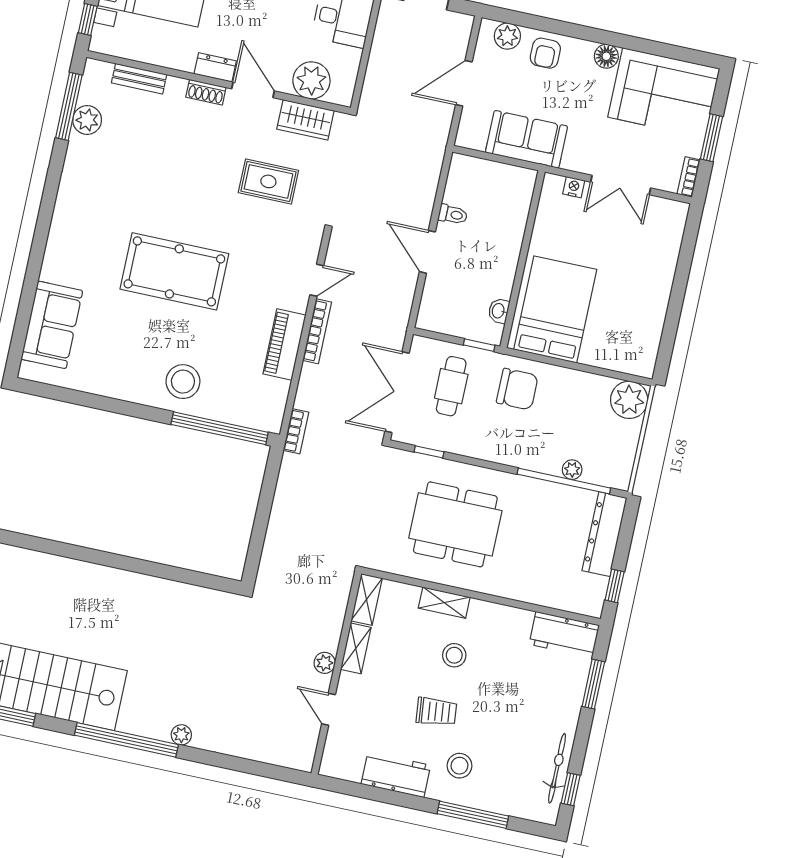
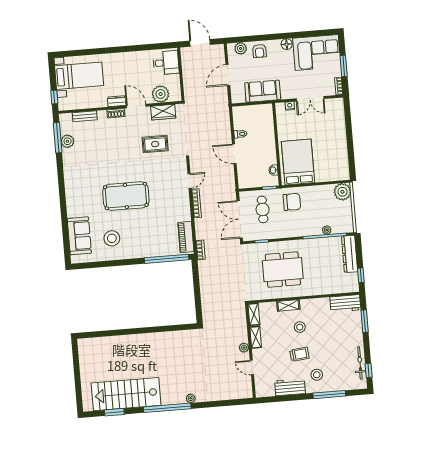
piano: (284, 345) -> (186, 237), moved
stool: (183, 382) -> (112, 238), moved

